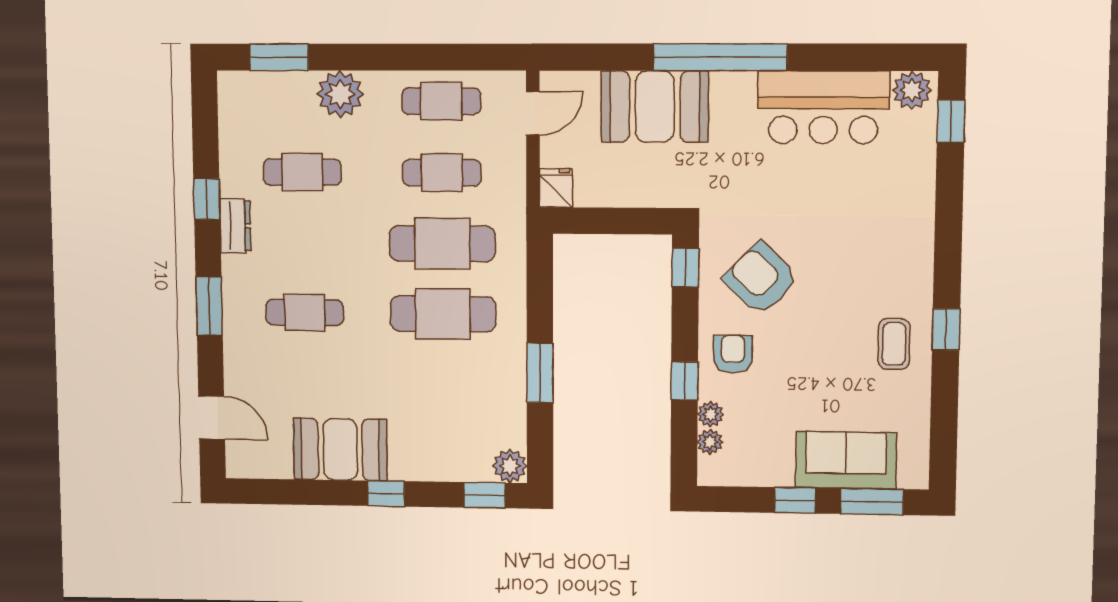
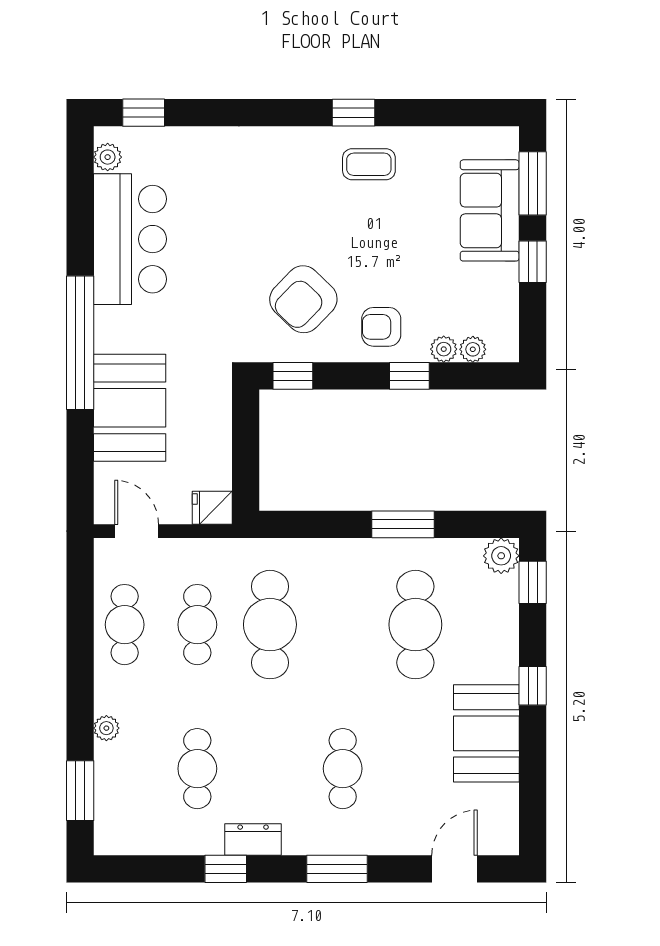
plant: (912, 90) -> (108, 157), width x0.73, depth x0.73
plant: (340, 94) -> (106, 728), width x0.53, depth x0.53
cafe table: (443, 314) -> (415, 625), moved

